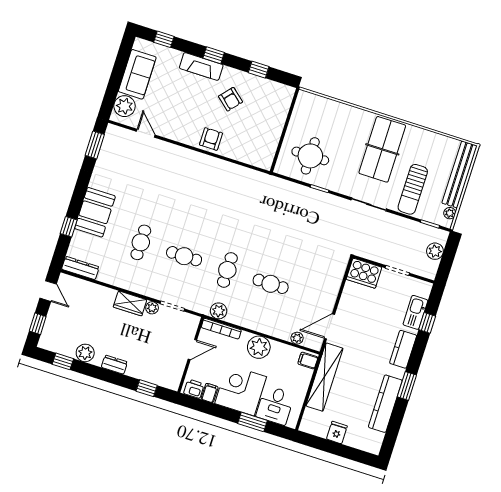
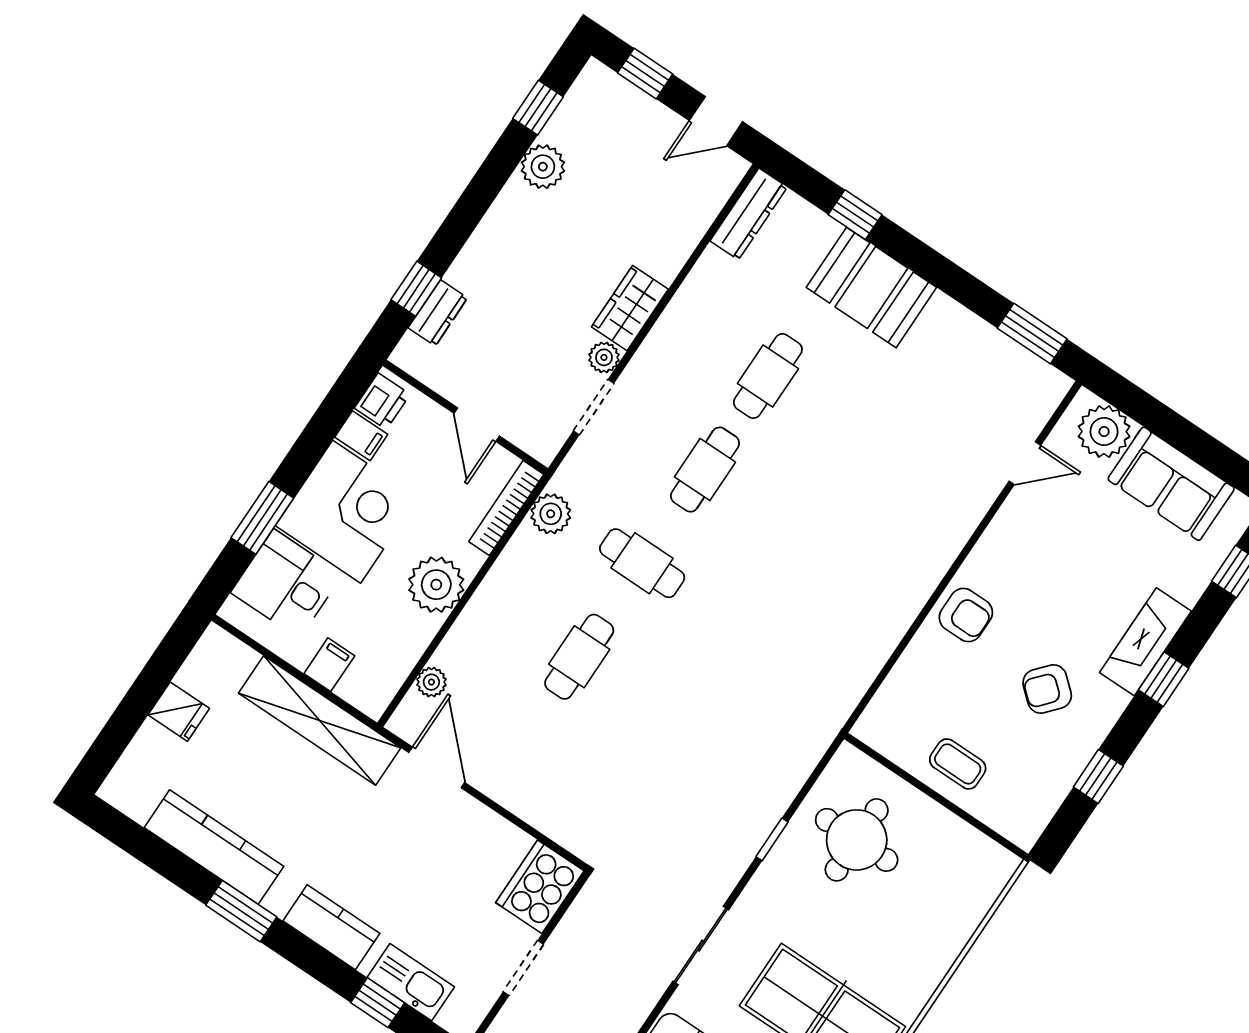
coffee table: (270, 125) -> (958, 764), added
cafe table: (141, 242) -> (768, 376), turned 90
filing cabinet: (308, 361) -> (329, 665), moved
dresser: (114, 365) -> (438, 313), moved

